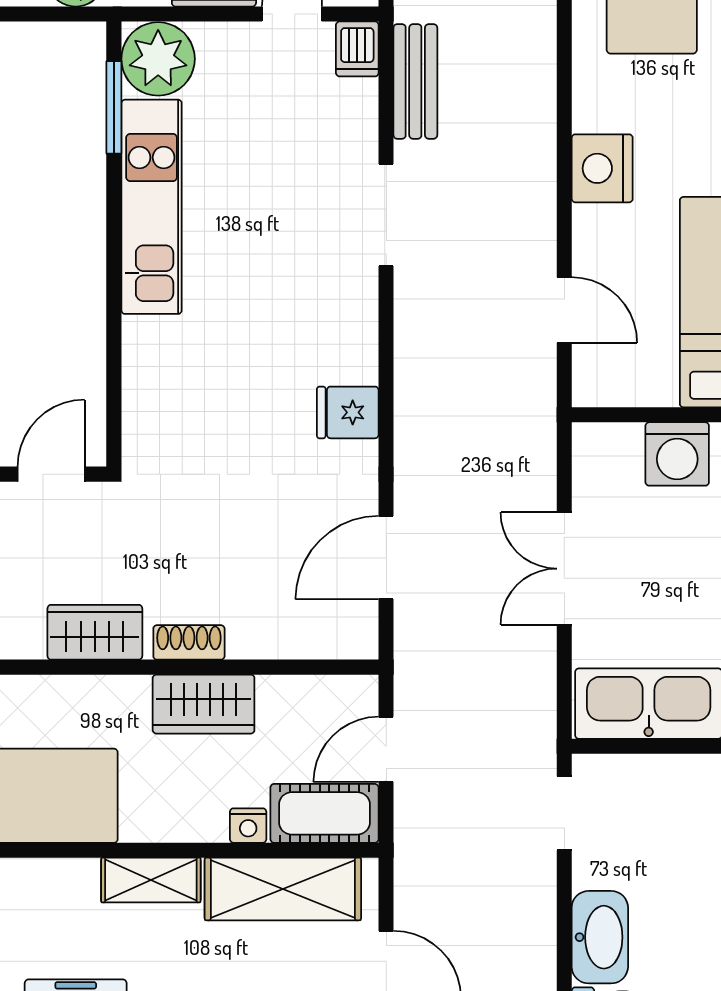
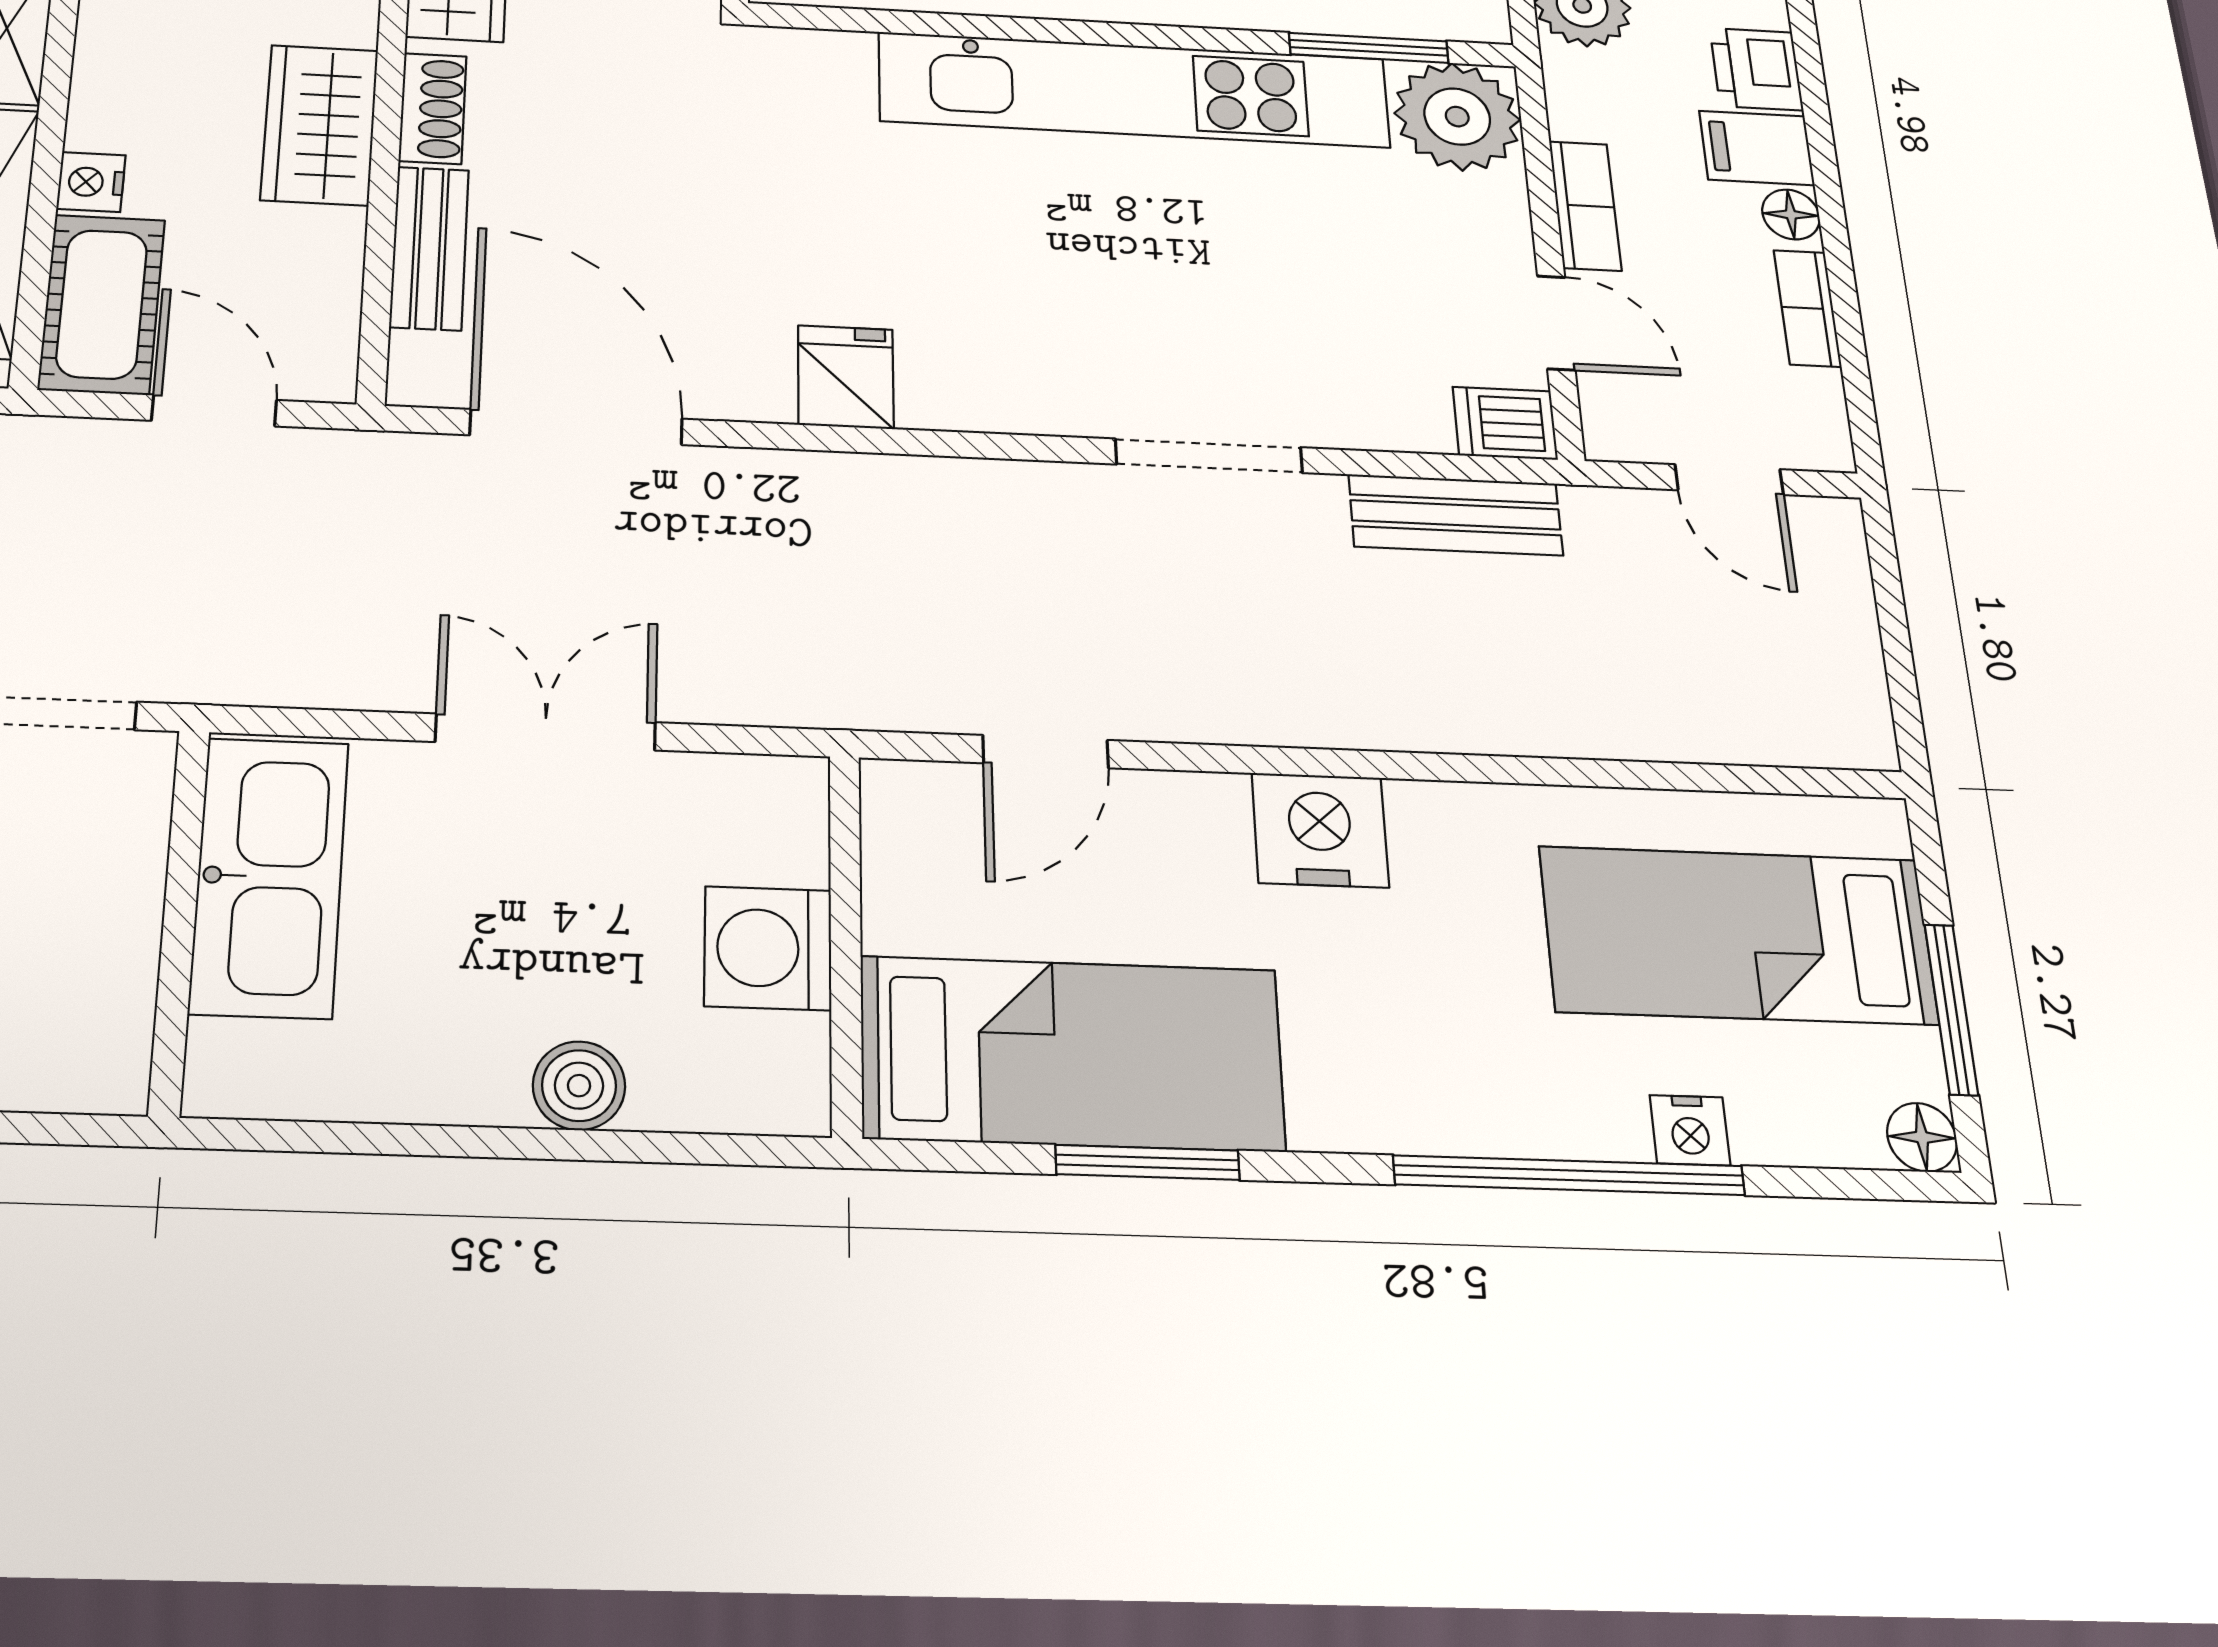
kitchen unit: (152, 207) -> (1134, 90), width x1.36
door: (386, 557) -> (576, 427), width x1.36
bench: (279, 640) -> (429, 248), added

